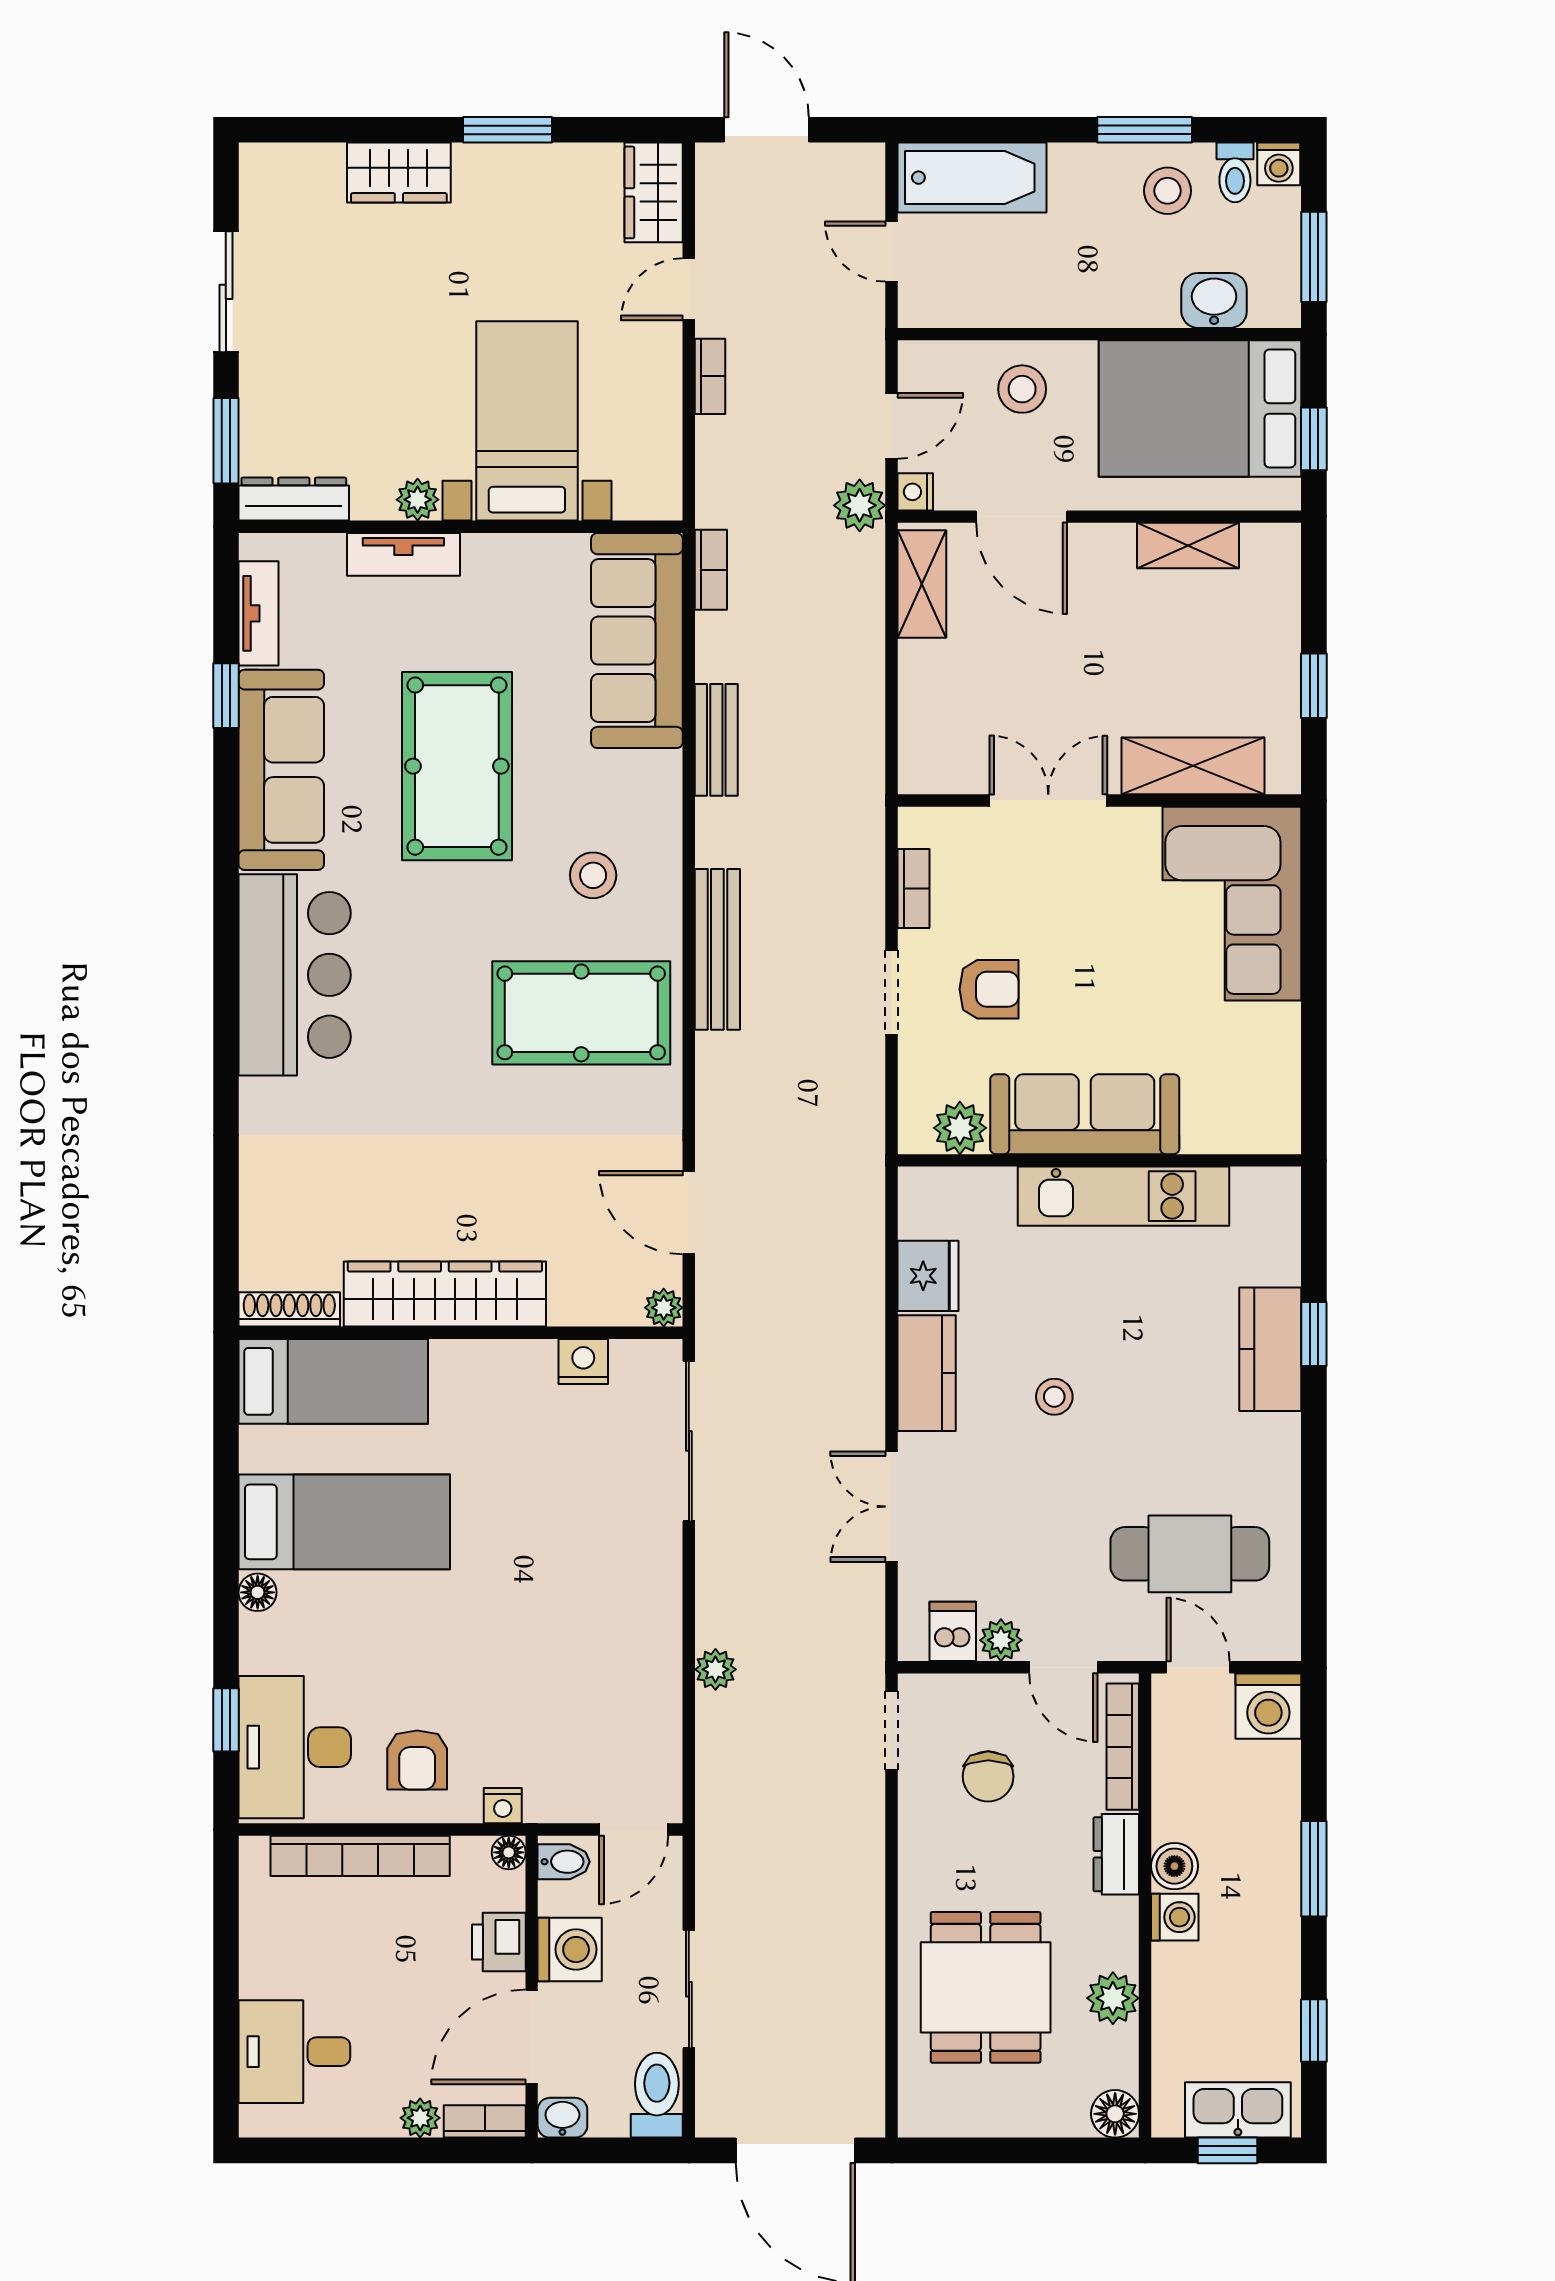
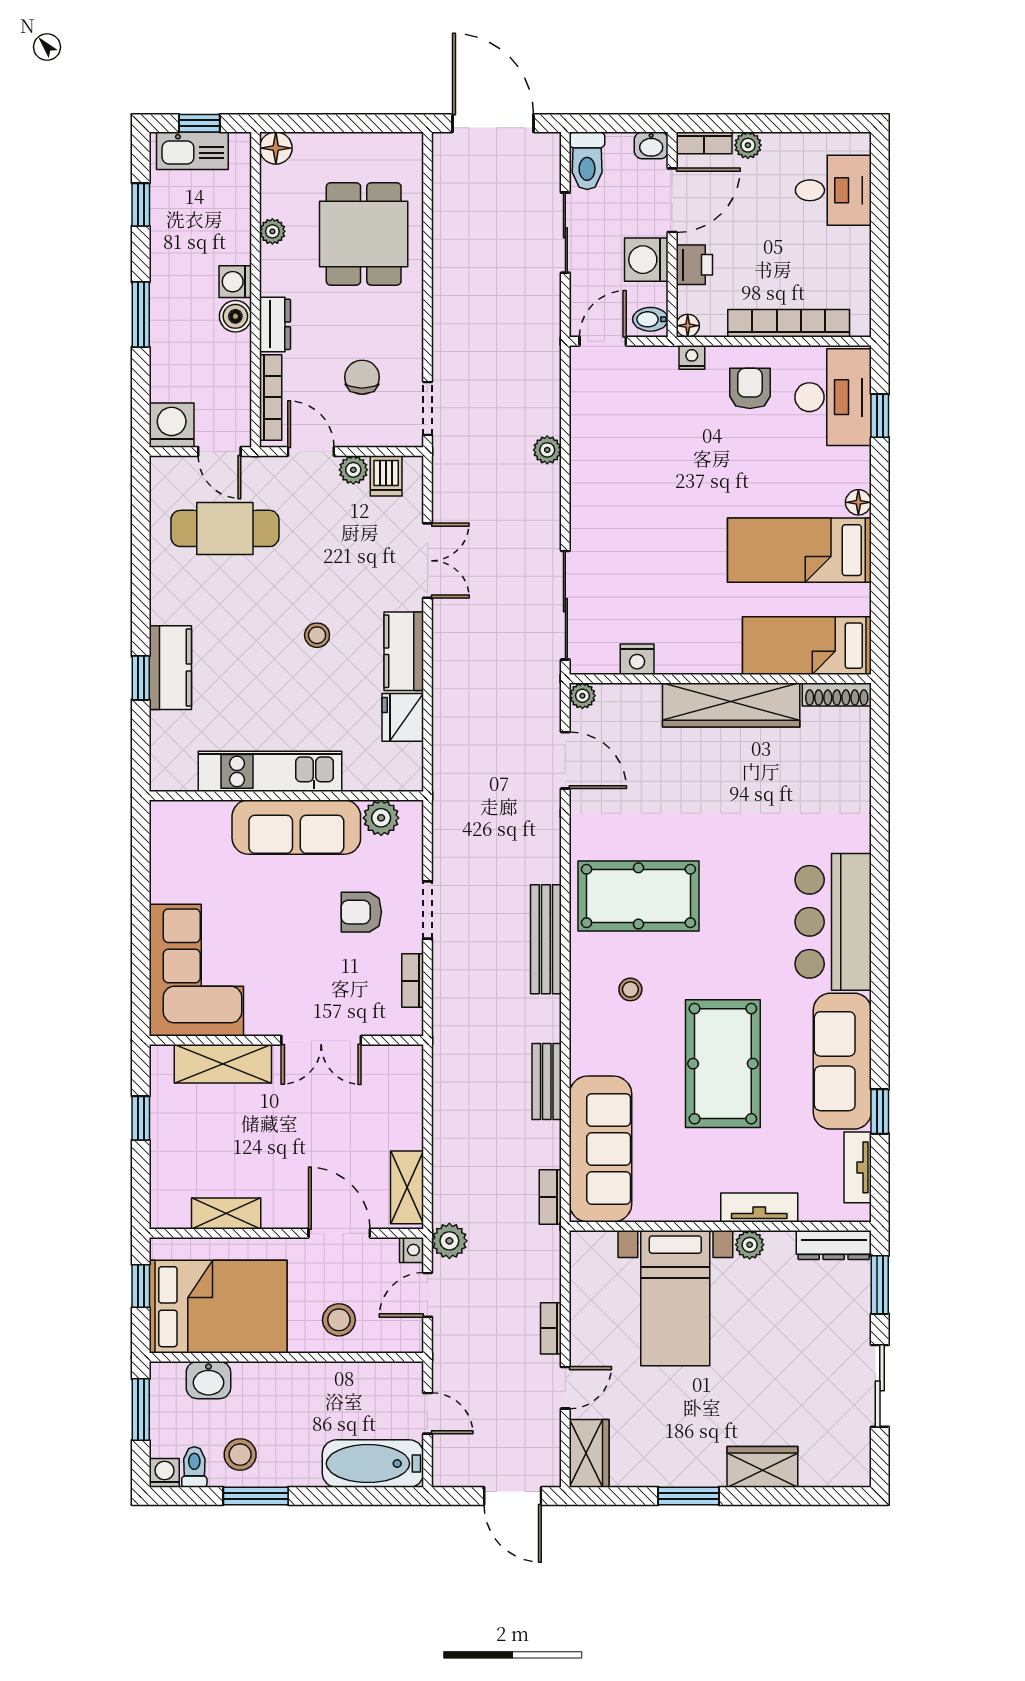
stool: (593, 875) -> (630, 989), width x0.73, depth x0.73
plant: (1113, 1998) -> (272, 231), width x0.73, depth x0.73

